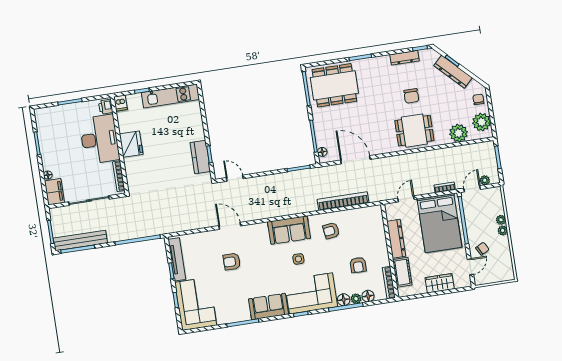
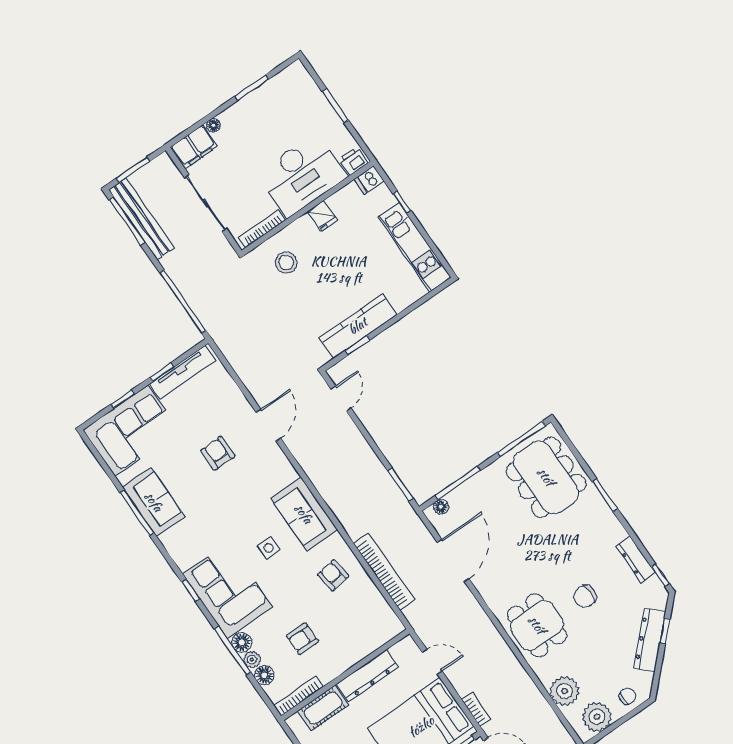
fridge: (131, 144) -> (322, 216), width x0.53, depth x0.75
kitchen counter: (200, 157) -> (358, 326), width x1.50
stool: (144, 172) -> (286, 262), added
sofa: (268, 307) -> (154, 502), moved

